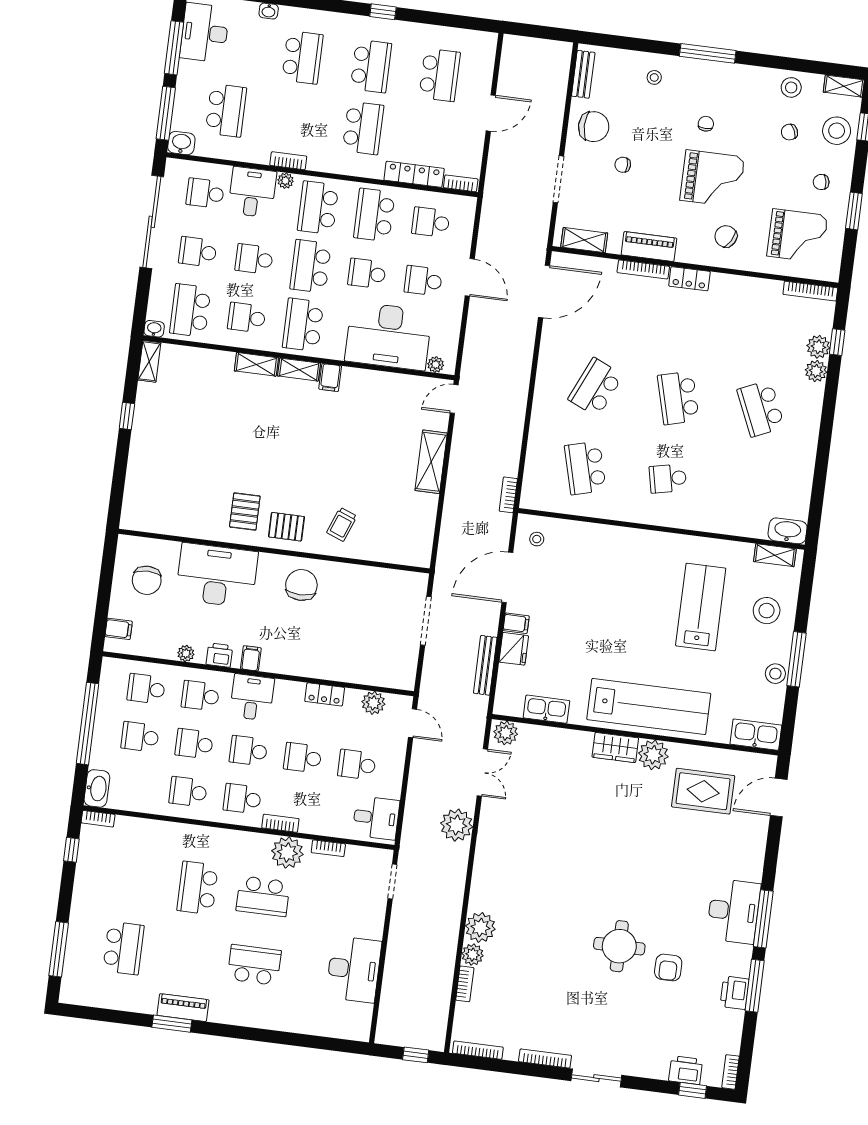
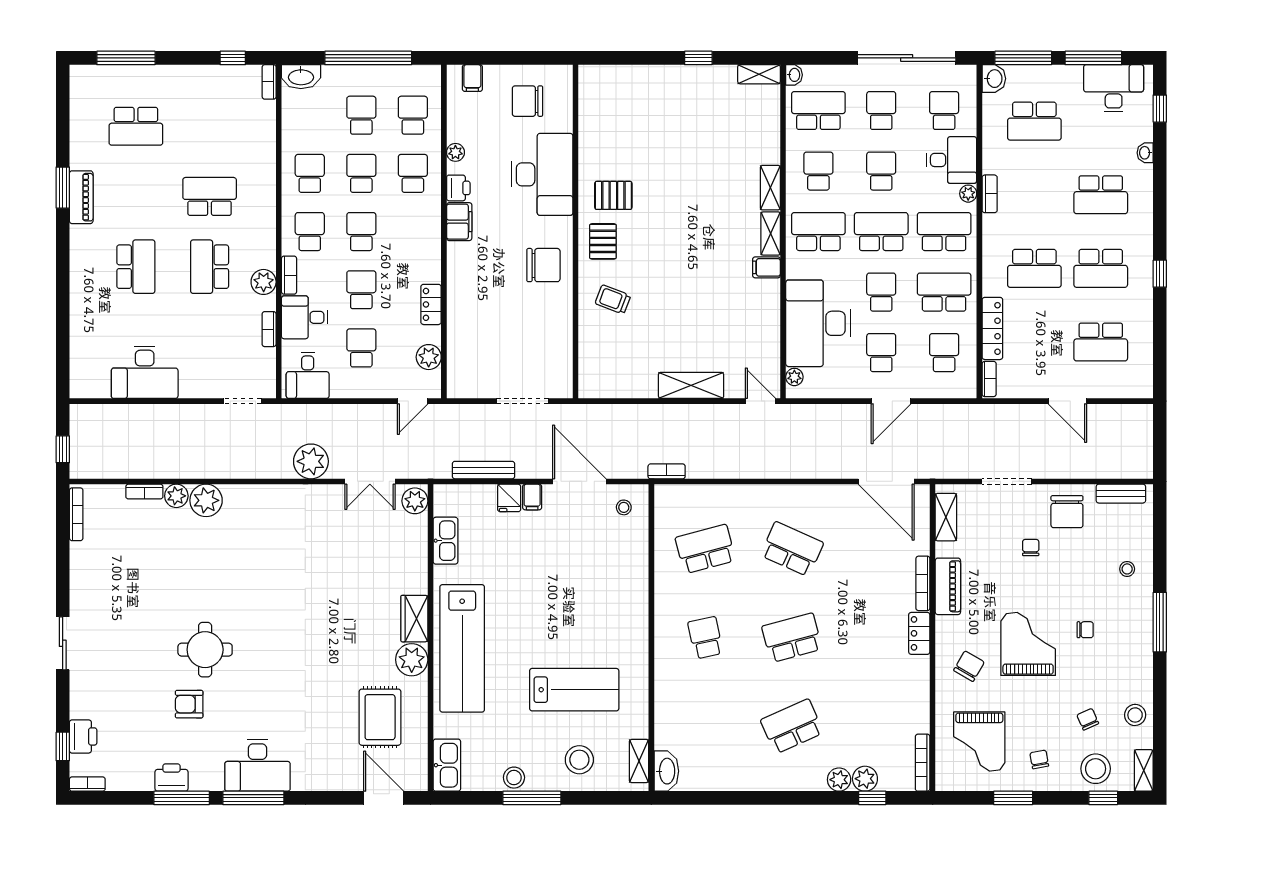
grand piano: (712, 179) -> (1028, 644), turned 180
fridge: (514, 649) -> (509, 498), width x0.72
filing cabinet: (251, 658) -> (459, 222), width x2.00
desk: (252, 697) -> (305, 317), moved, turned 180
plant: (287, 853) -> (264, 282), width x0.73, depth x0.73
bookcase: (545, 1058) -> (76, 586), removed

